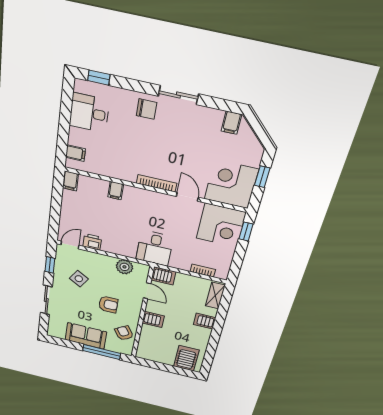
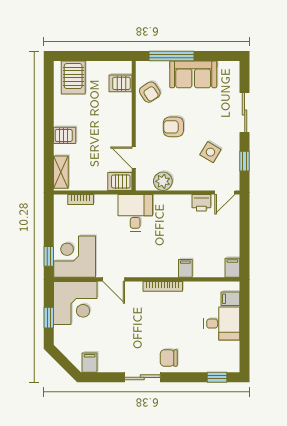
desk: (89, 113) -> (222, 324), moved
bookcase: (157, 183) -> (163, 286), moved
server rack: (153, 320) -> (120, 83), moved

